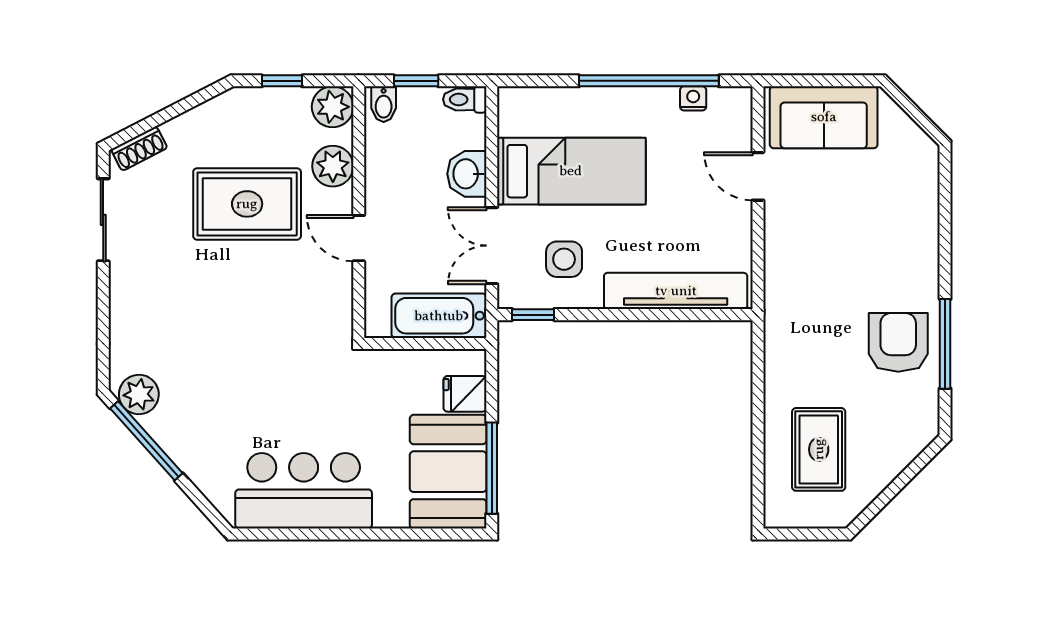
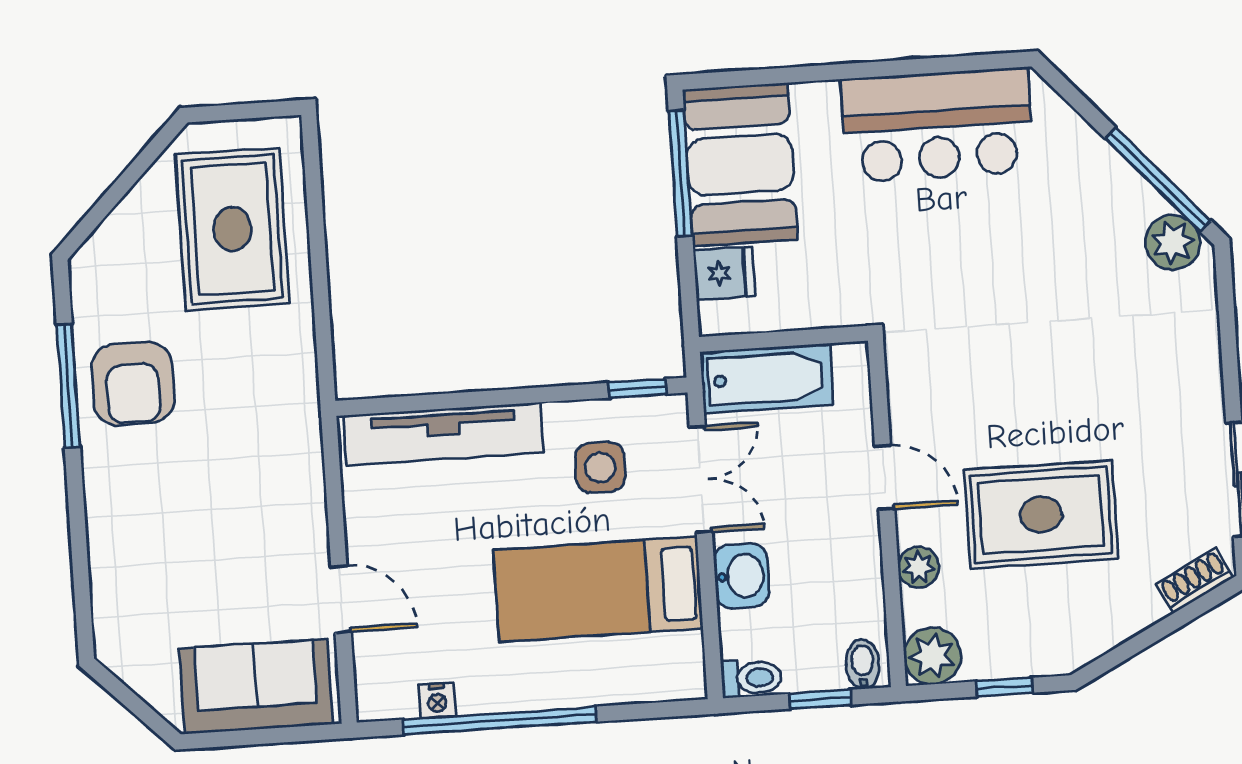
plant: (333, 166) -> (919, 567), width x0.73, depth x0.73
rug: (819, 449) -> (232, 229), width x1.36, depth x1.43

